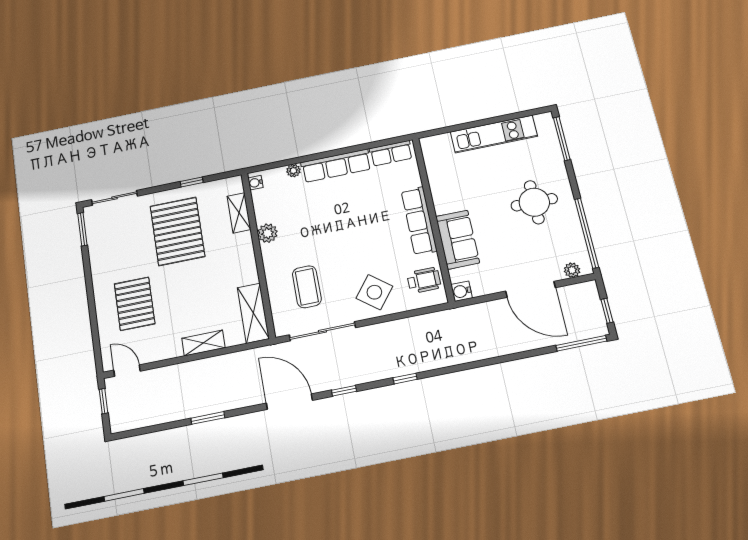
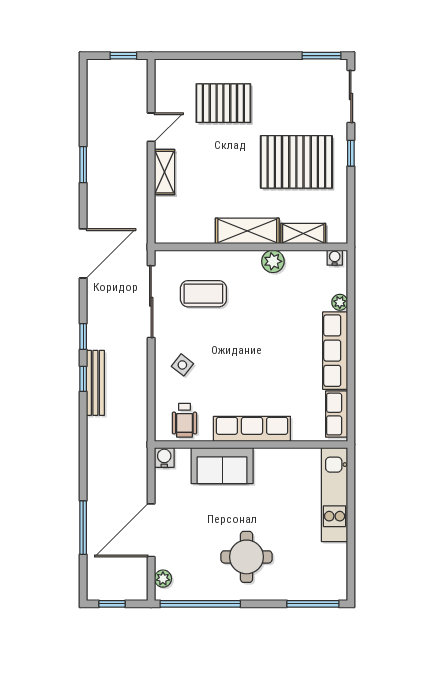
kitchen unit: (494, 134) -> (335, 495), moved
window: (192, 182) -> (351, 153), moved
side table: (374, 292) -> (182, 365), width x0.54, depth x0.54
shelving: (253, 313) -> (247, 231), moved
window: (581, 343) -> (83, 528), moved
bench: (406, 367) -> (95, 383), added
door: (127, 371) -> (151, 127), moved
window: (344, 391) -> (83, 336), moved

